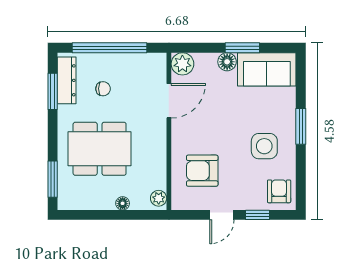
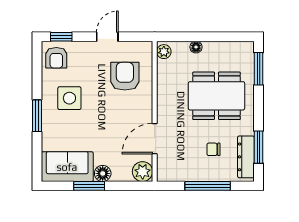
window: (109, 48) -> (208, 186), width x0.68
armchair: (202, 171) -> (125, 76), turned -90
window: (257, 215) -> (61, 37), moved

